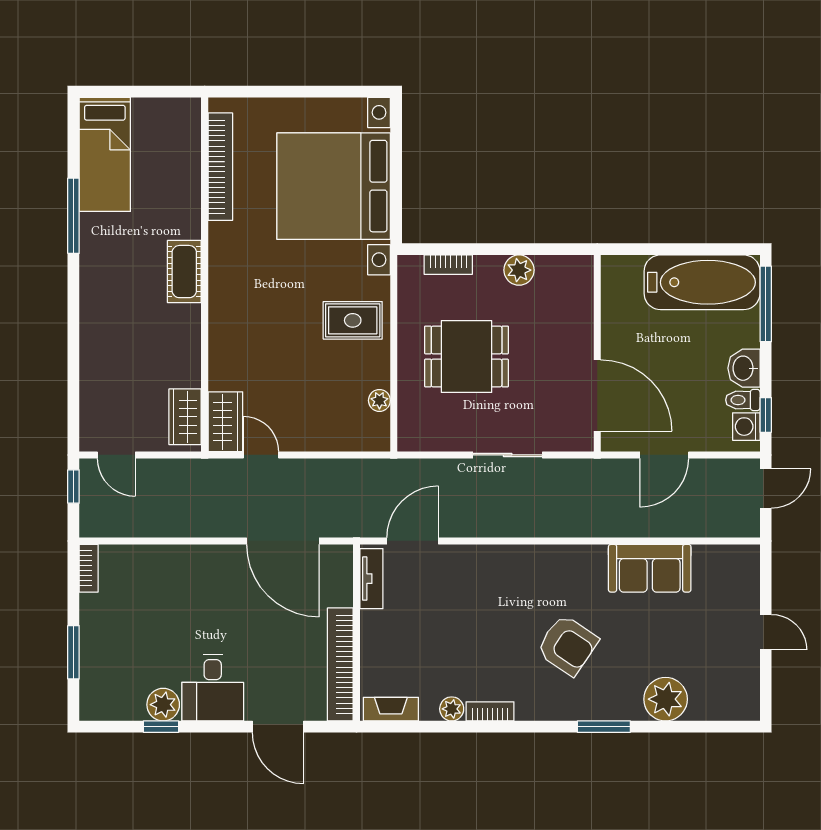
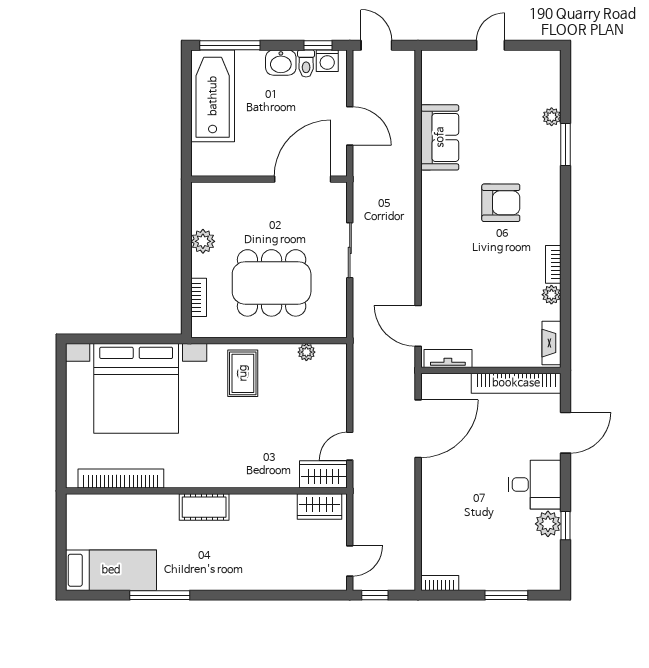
dining table: (467, 356) -> (272, 283), width x1.38
armchair: (567, 645) -> (501, 203), turned 56
plant: (666, 699) -> (552, 117), width x0.53, depth x0.53
window: (604, 727) -> (566, 144), moved

